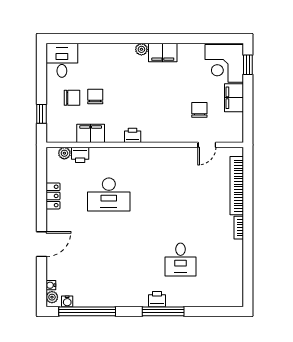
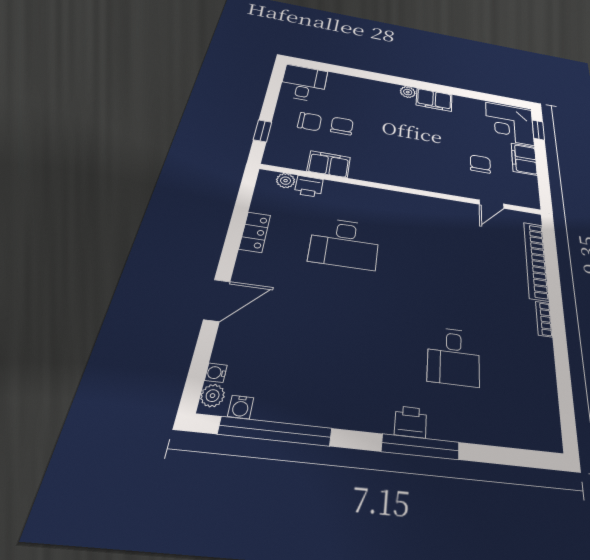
printer: (133, 135) -> (388, 176), removed

